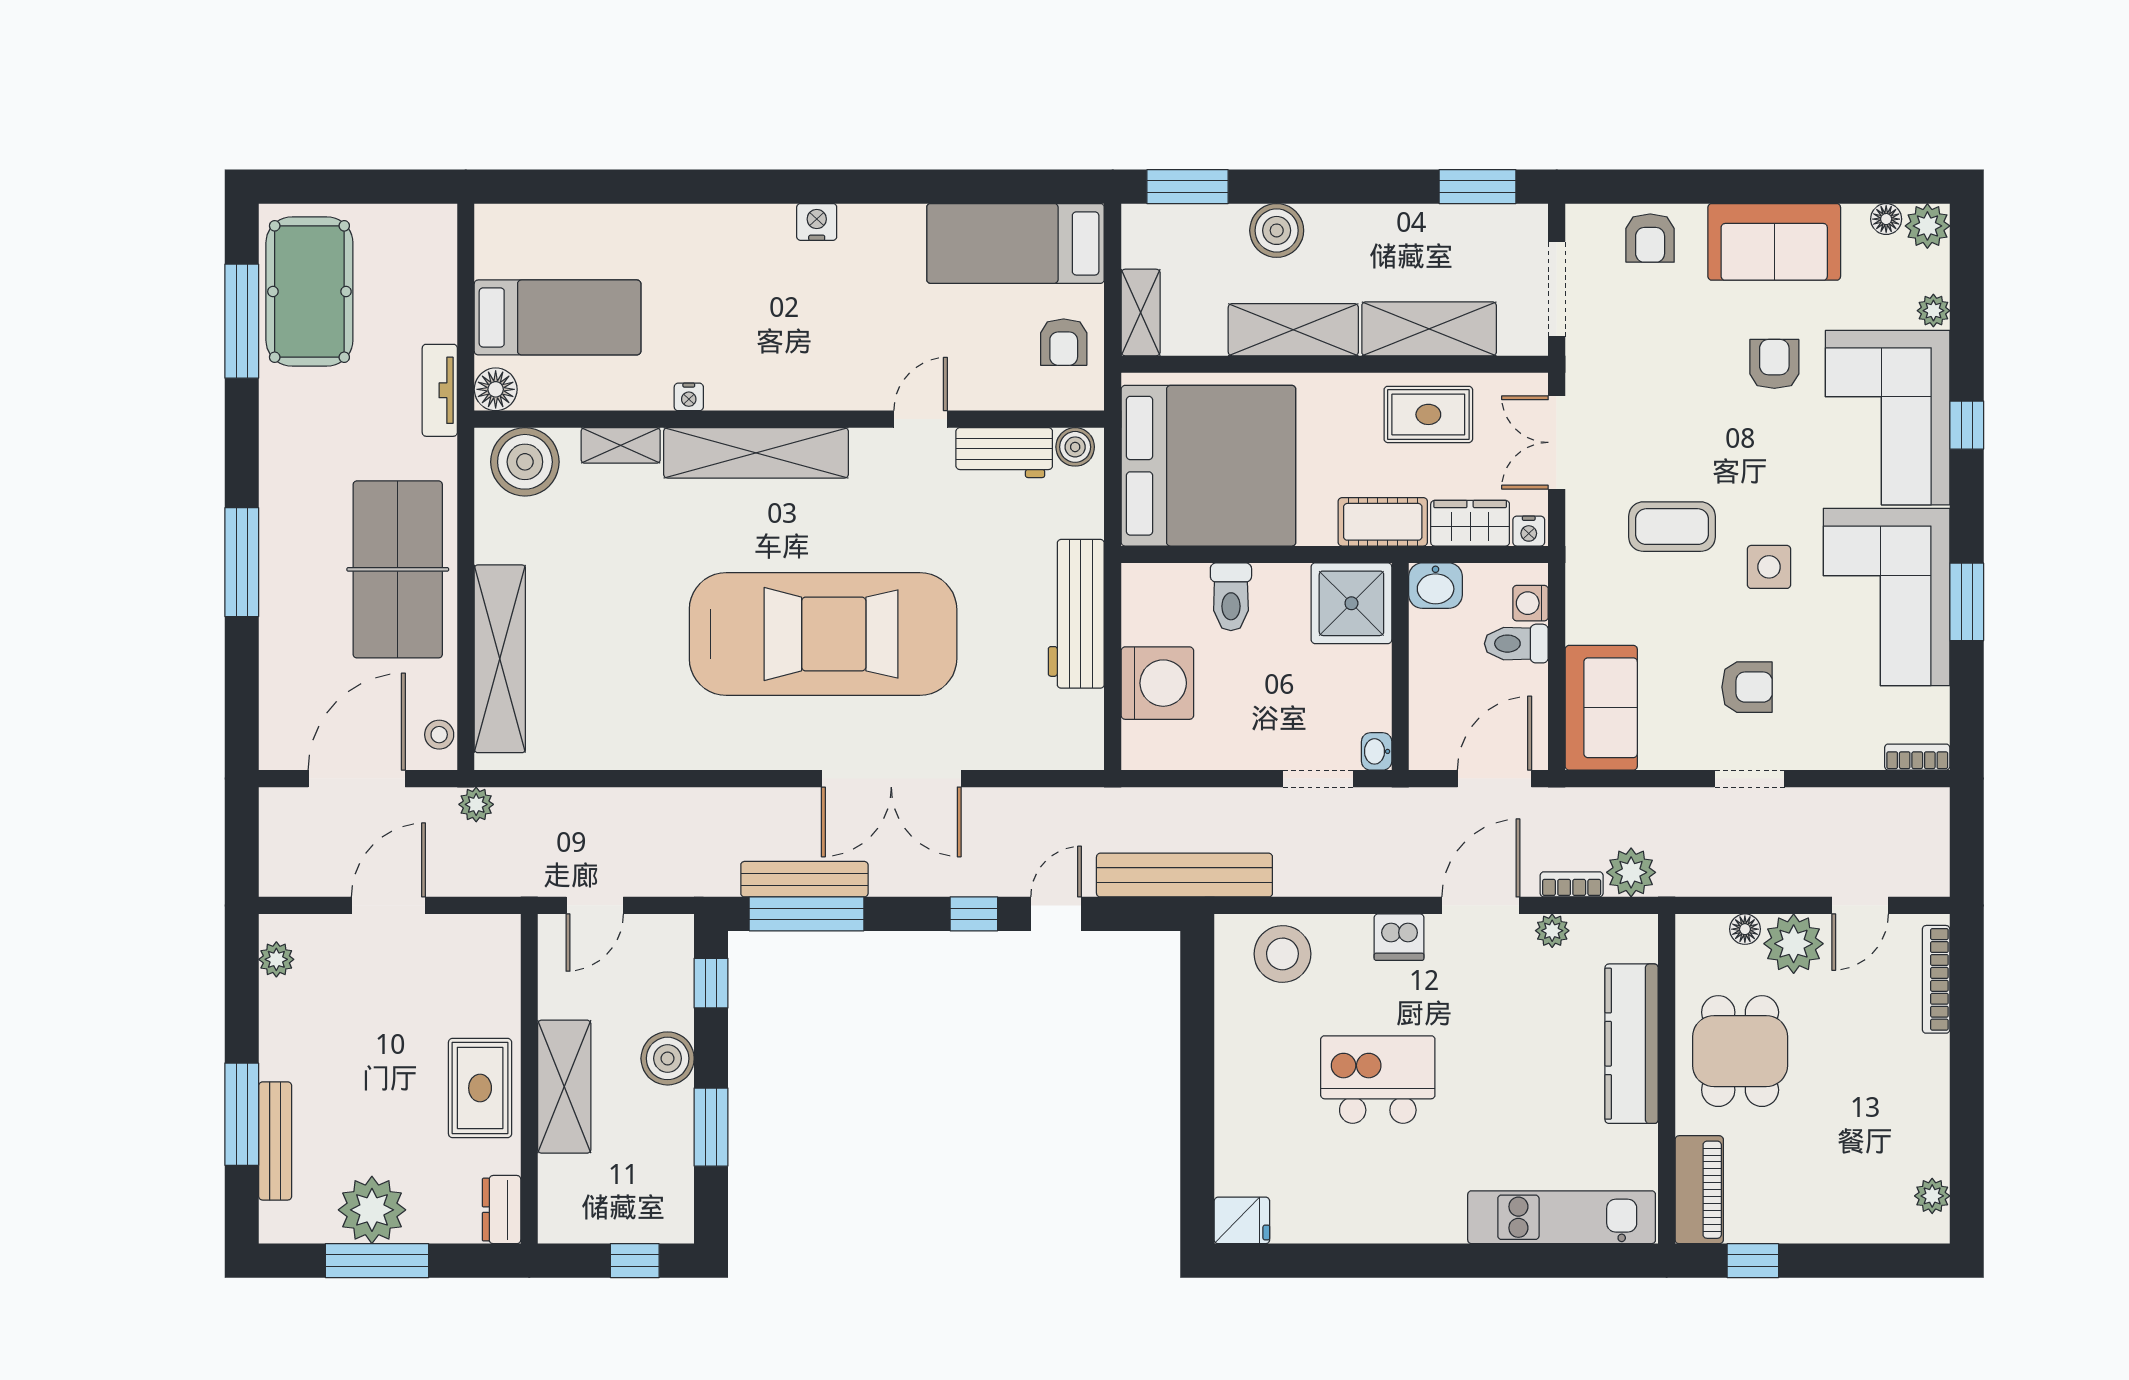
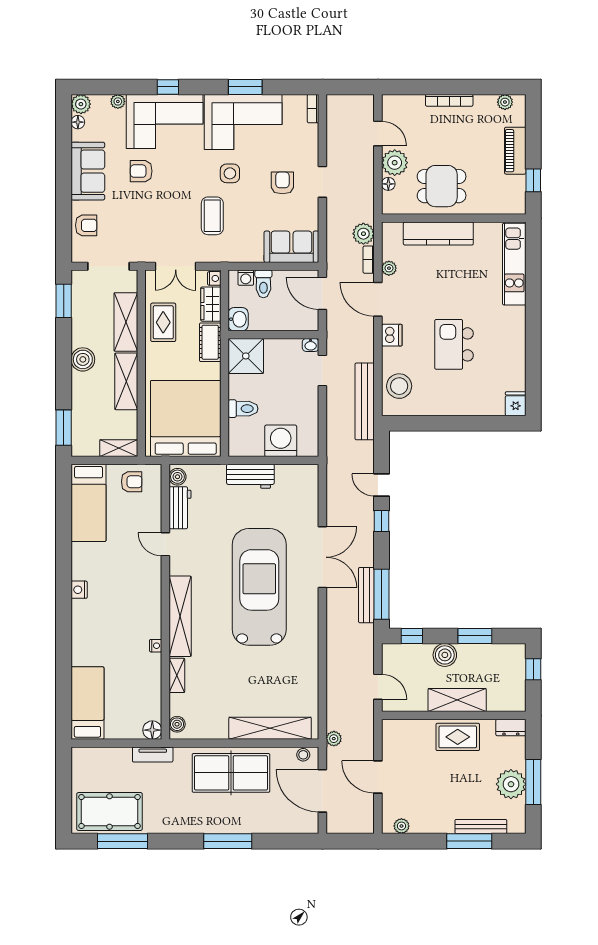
boiler: (1277, 230) -> (83, 359), moved
bed: (558, 317) -> (87, 703), moved
boiler: (525, 462) -> (177, 724), width x0.54, depth x0.54
workbench: (1076, 614) -> (250, 476), width x0.73
bench: (1184, 875) -> (365, 401), moved
bookcase: (1936, 979) -> (449, 100), moved
piano: (1699, 1190) -> (515, 151), moved, turned -90

